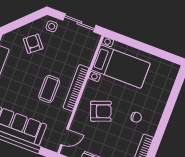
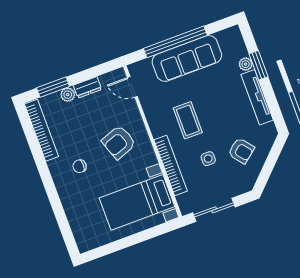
side table: (52, 26) -> (208, 159), moved
bookcase: (76, 88) -> (171, 165), moved
door: (65, 137) -> (132, 87), hinge flipped

